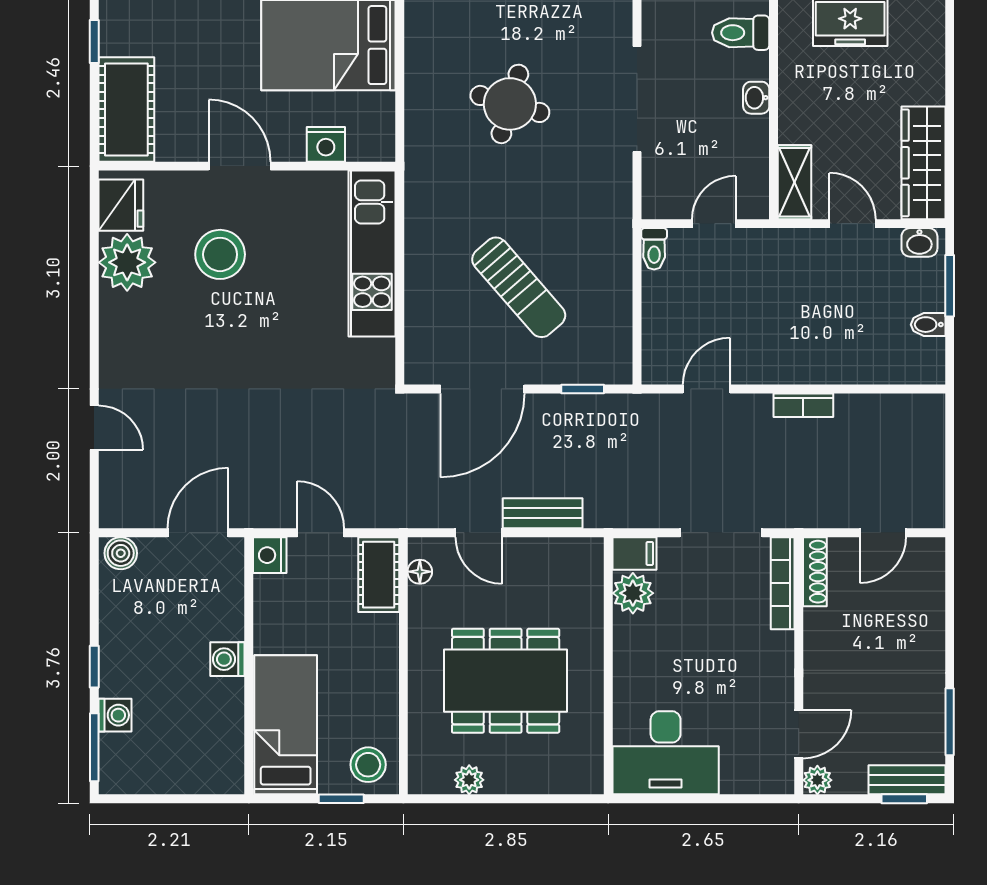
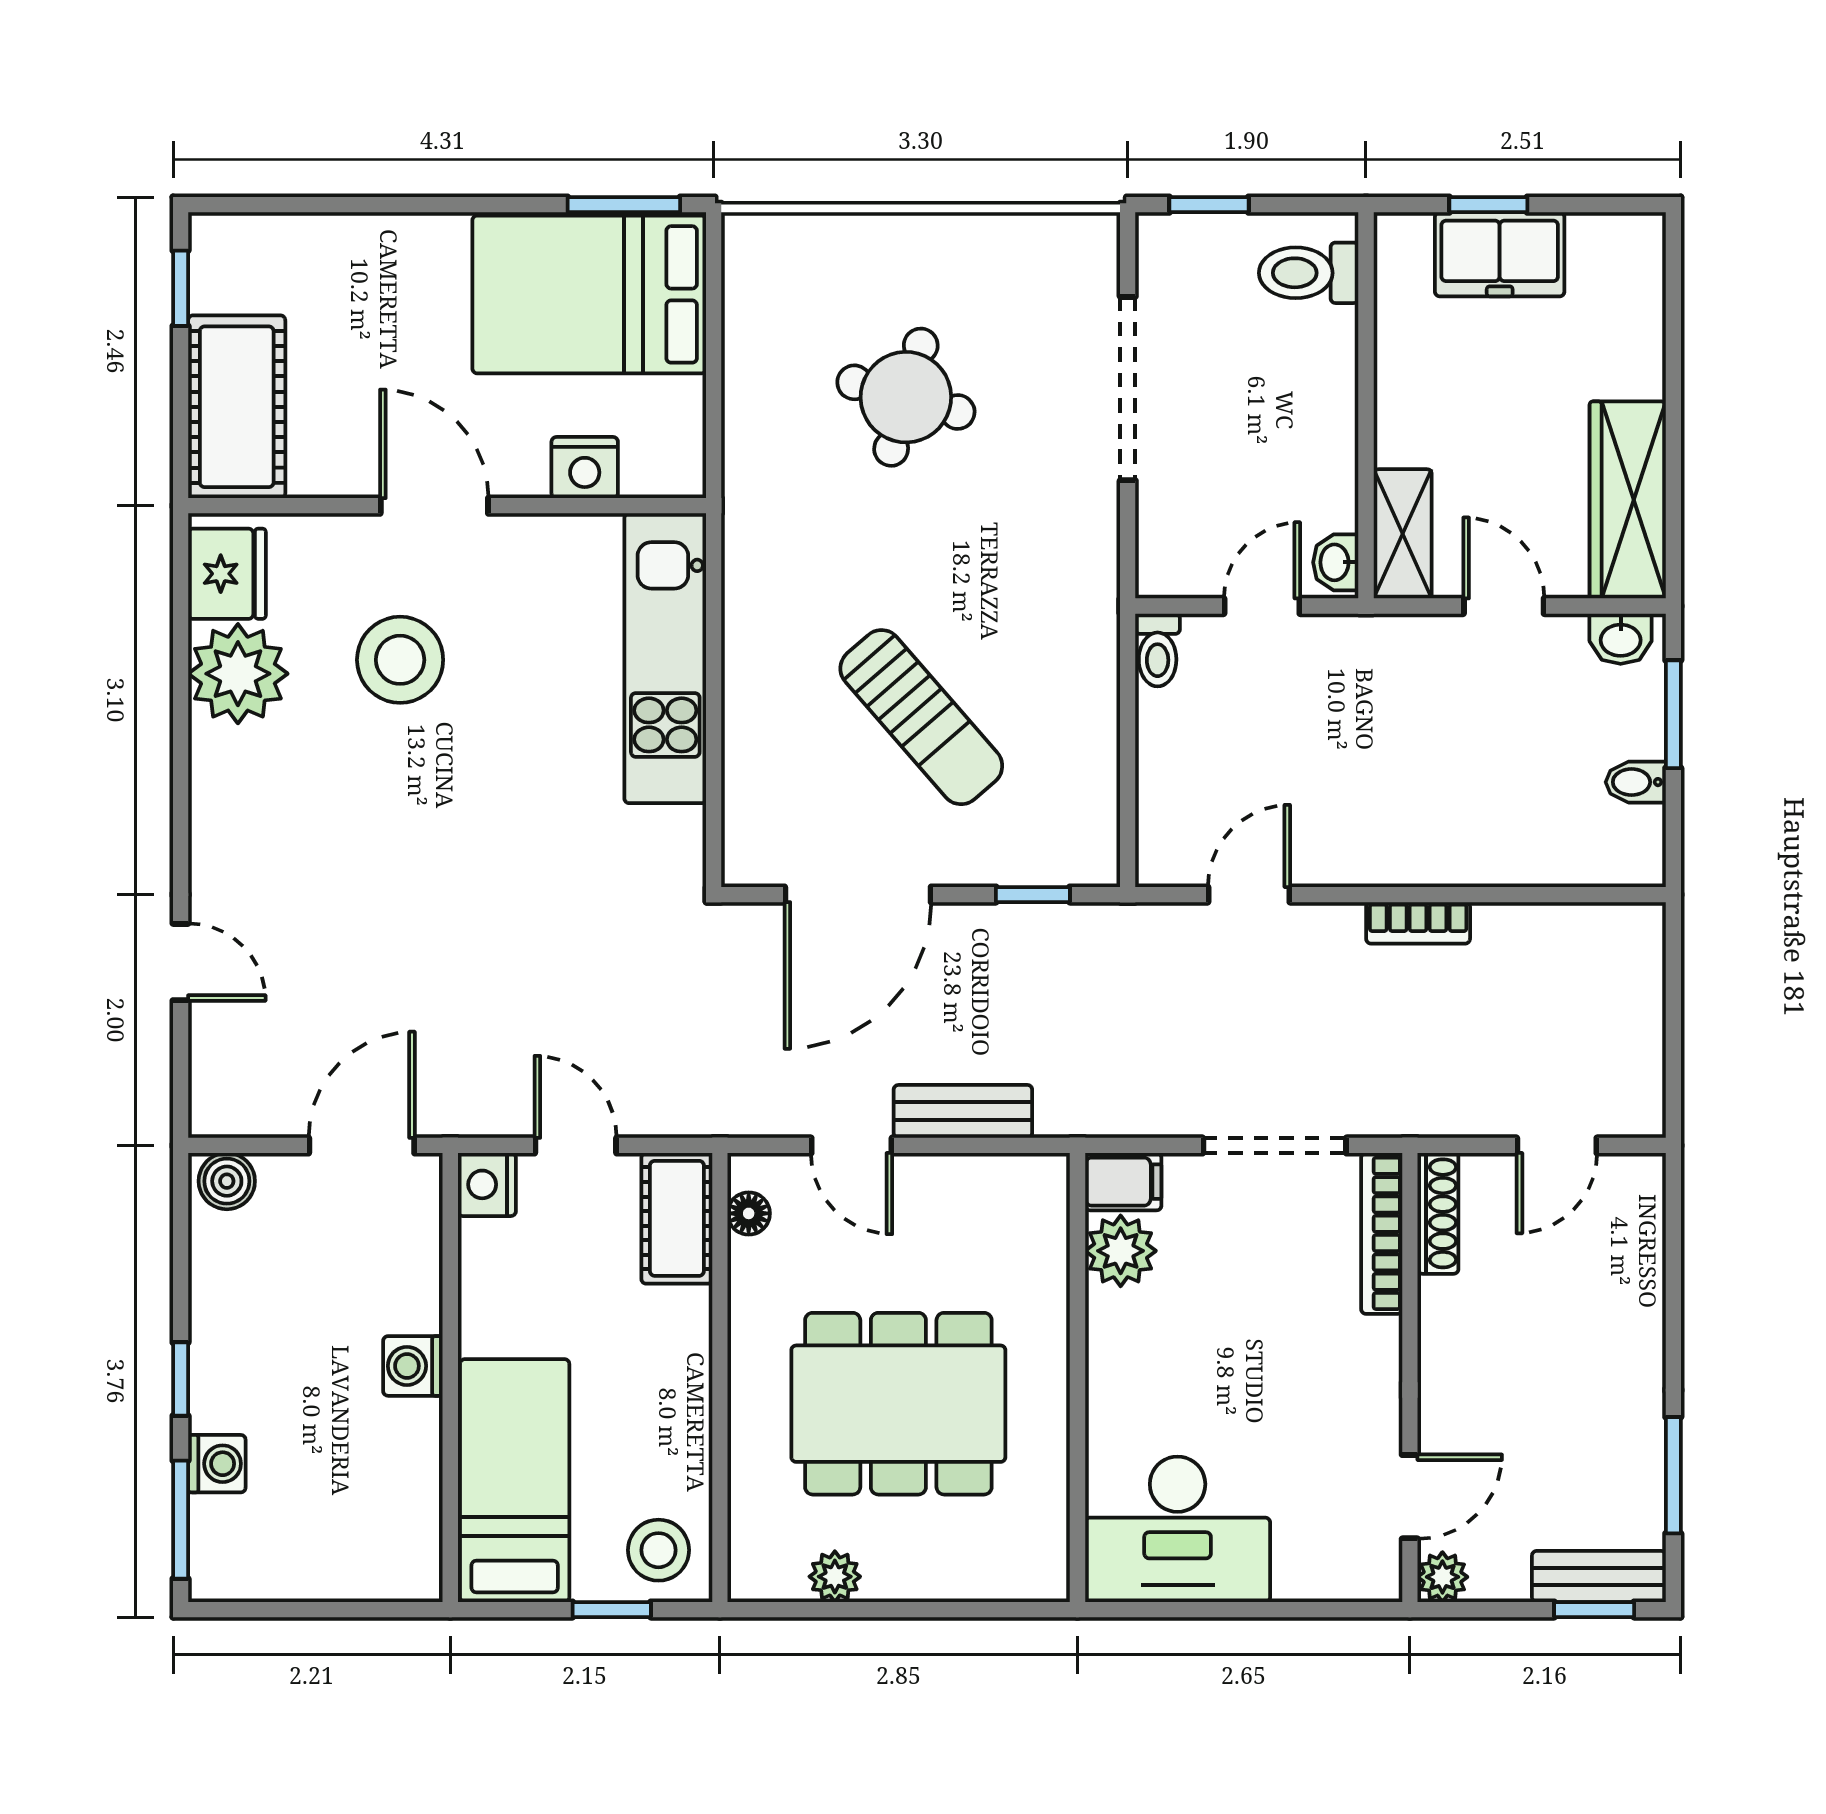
washbasin: (756, 98) -> (1336, 562), moved

